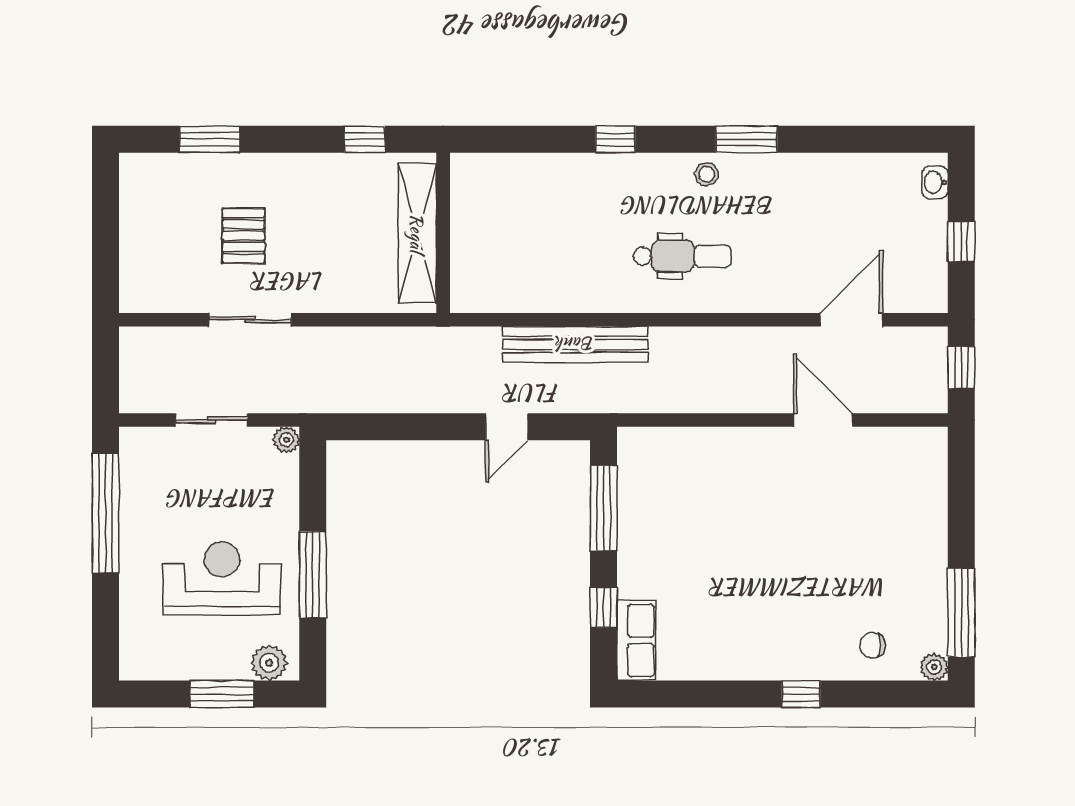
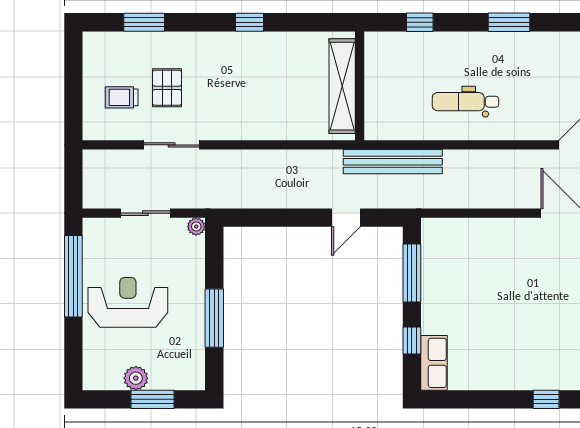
stool: (707, 174) -> (482, 46), removed
shelving: (417, 233) -> (342, 86), moved
wall: (443, 233) -> (360, 86), moved
trolley: (177, 250) -> (122, 97), added
dental chair: (683, 256) -> (466, 102), turned 180
reception desk: (222, 578) -> (128, 302), moved
plant: (269, 663) -> (136, 378), moved

